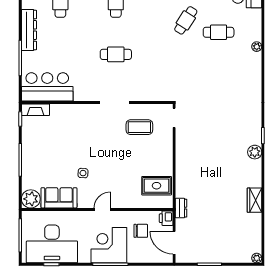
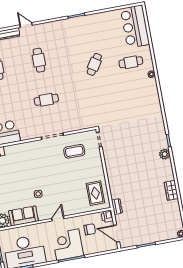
cafe table: (219, 32) -> (131, 62), moved
rug: (157, 186) -> (95, 193), turned 90

